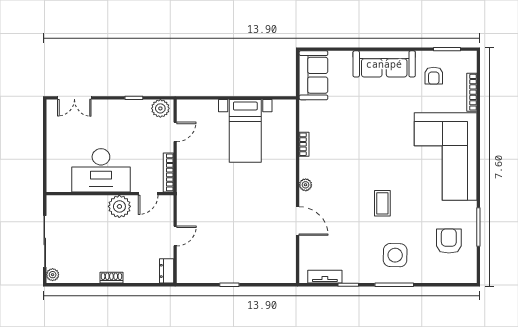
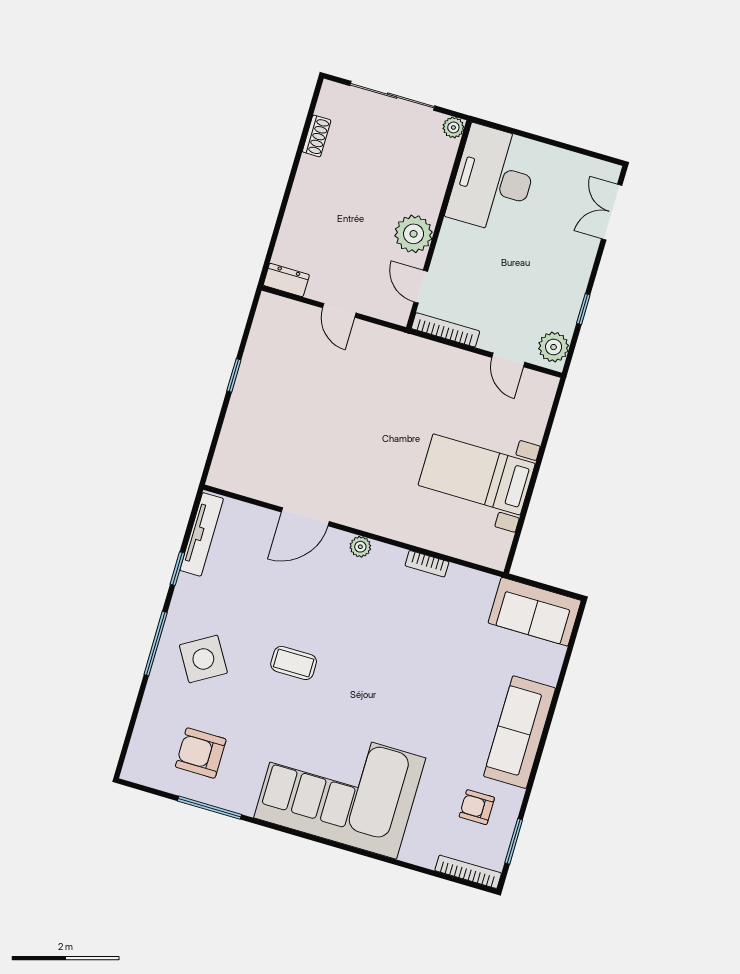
bookcase: (472, 92) -> (468, 872), moved
desk: (101, 170) -> (493, 179), moved
armchair: (449, 241) -> (201, 753), turned 180
side table: (395, 255) -> (203, 659), turned -32
plant: (53, 275) -> (453, 127), moved
tv unit: (325, 277) -> (202, 534), width x1.41
shoe rack: (111, 278) -> (317, 136), moved

